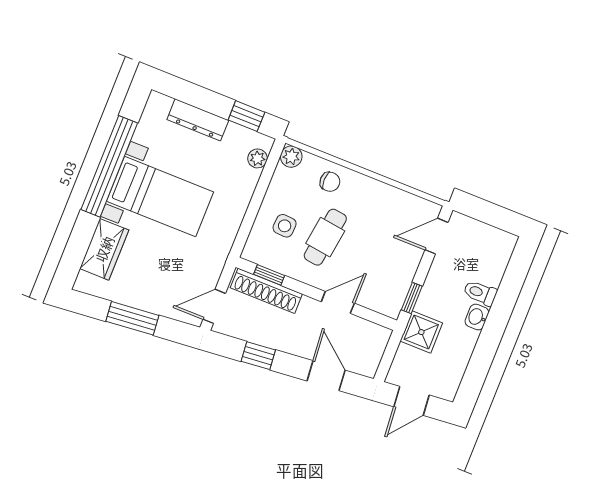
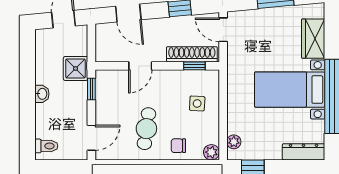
dresser: (198, 120) -> (304, 152), moved
cafe table: (325, 237) -> (146, 129), moved
toilet: (480, 293) -> (46, 146), moved
door: (214, 306) -> (223, 30), swing flipped

